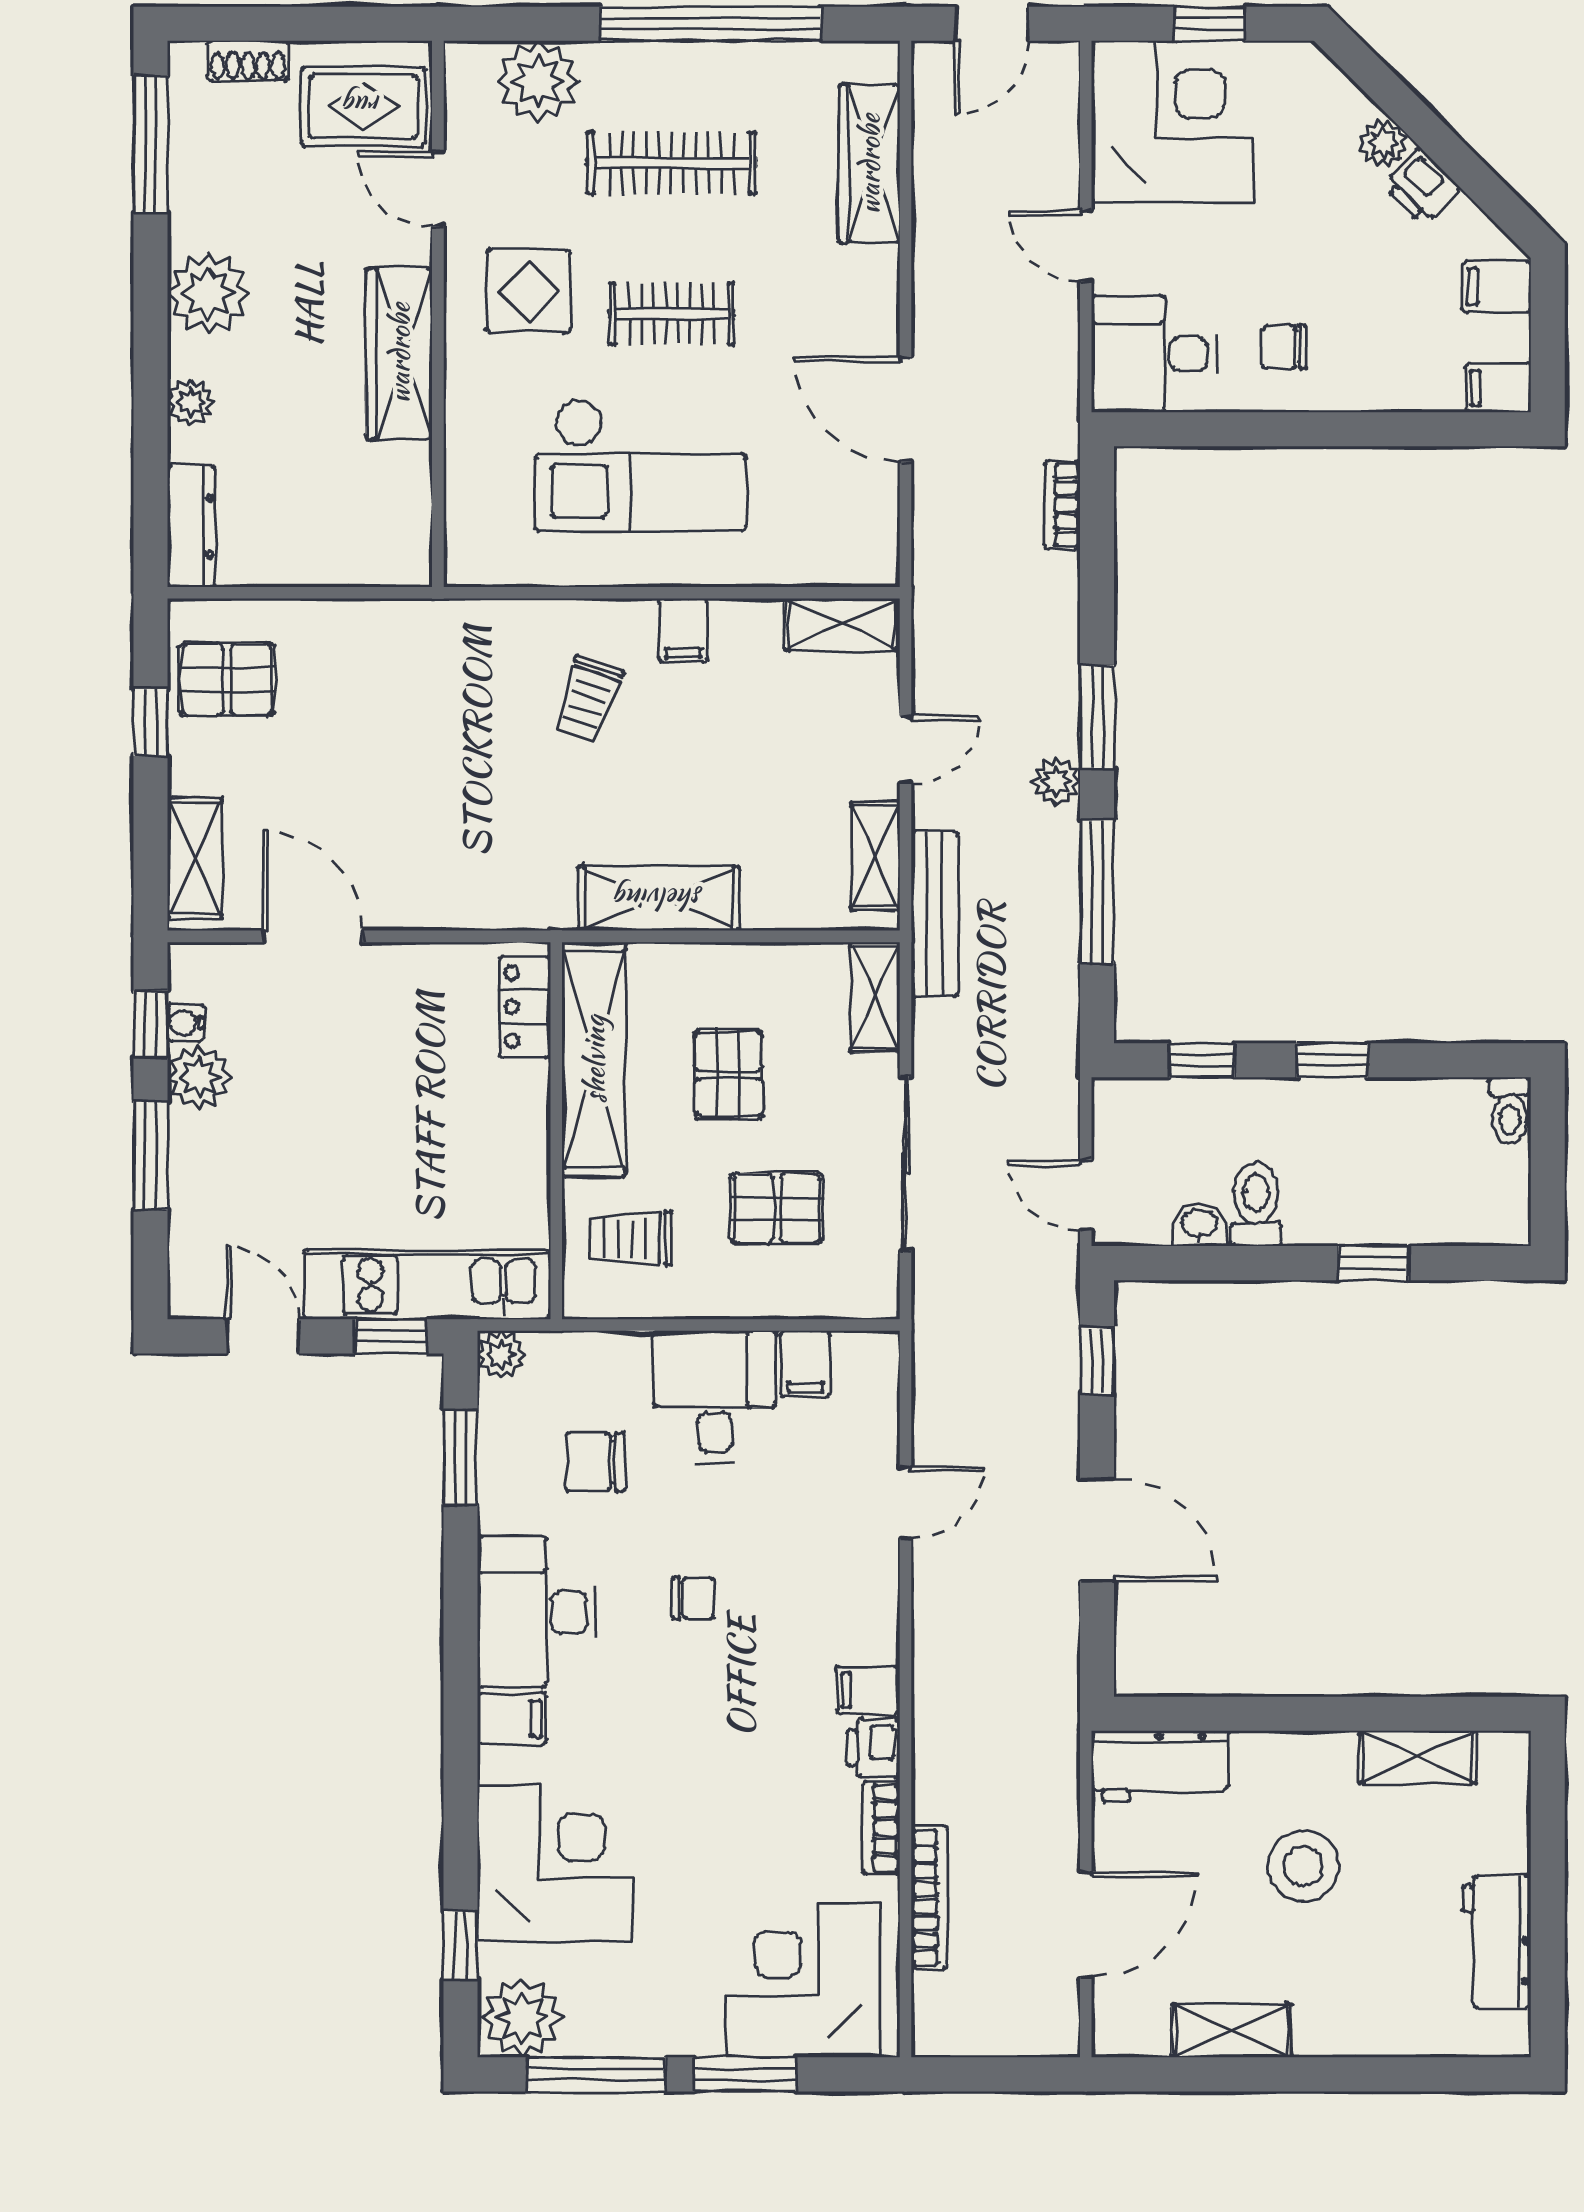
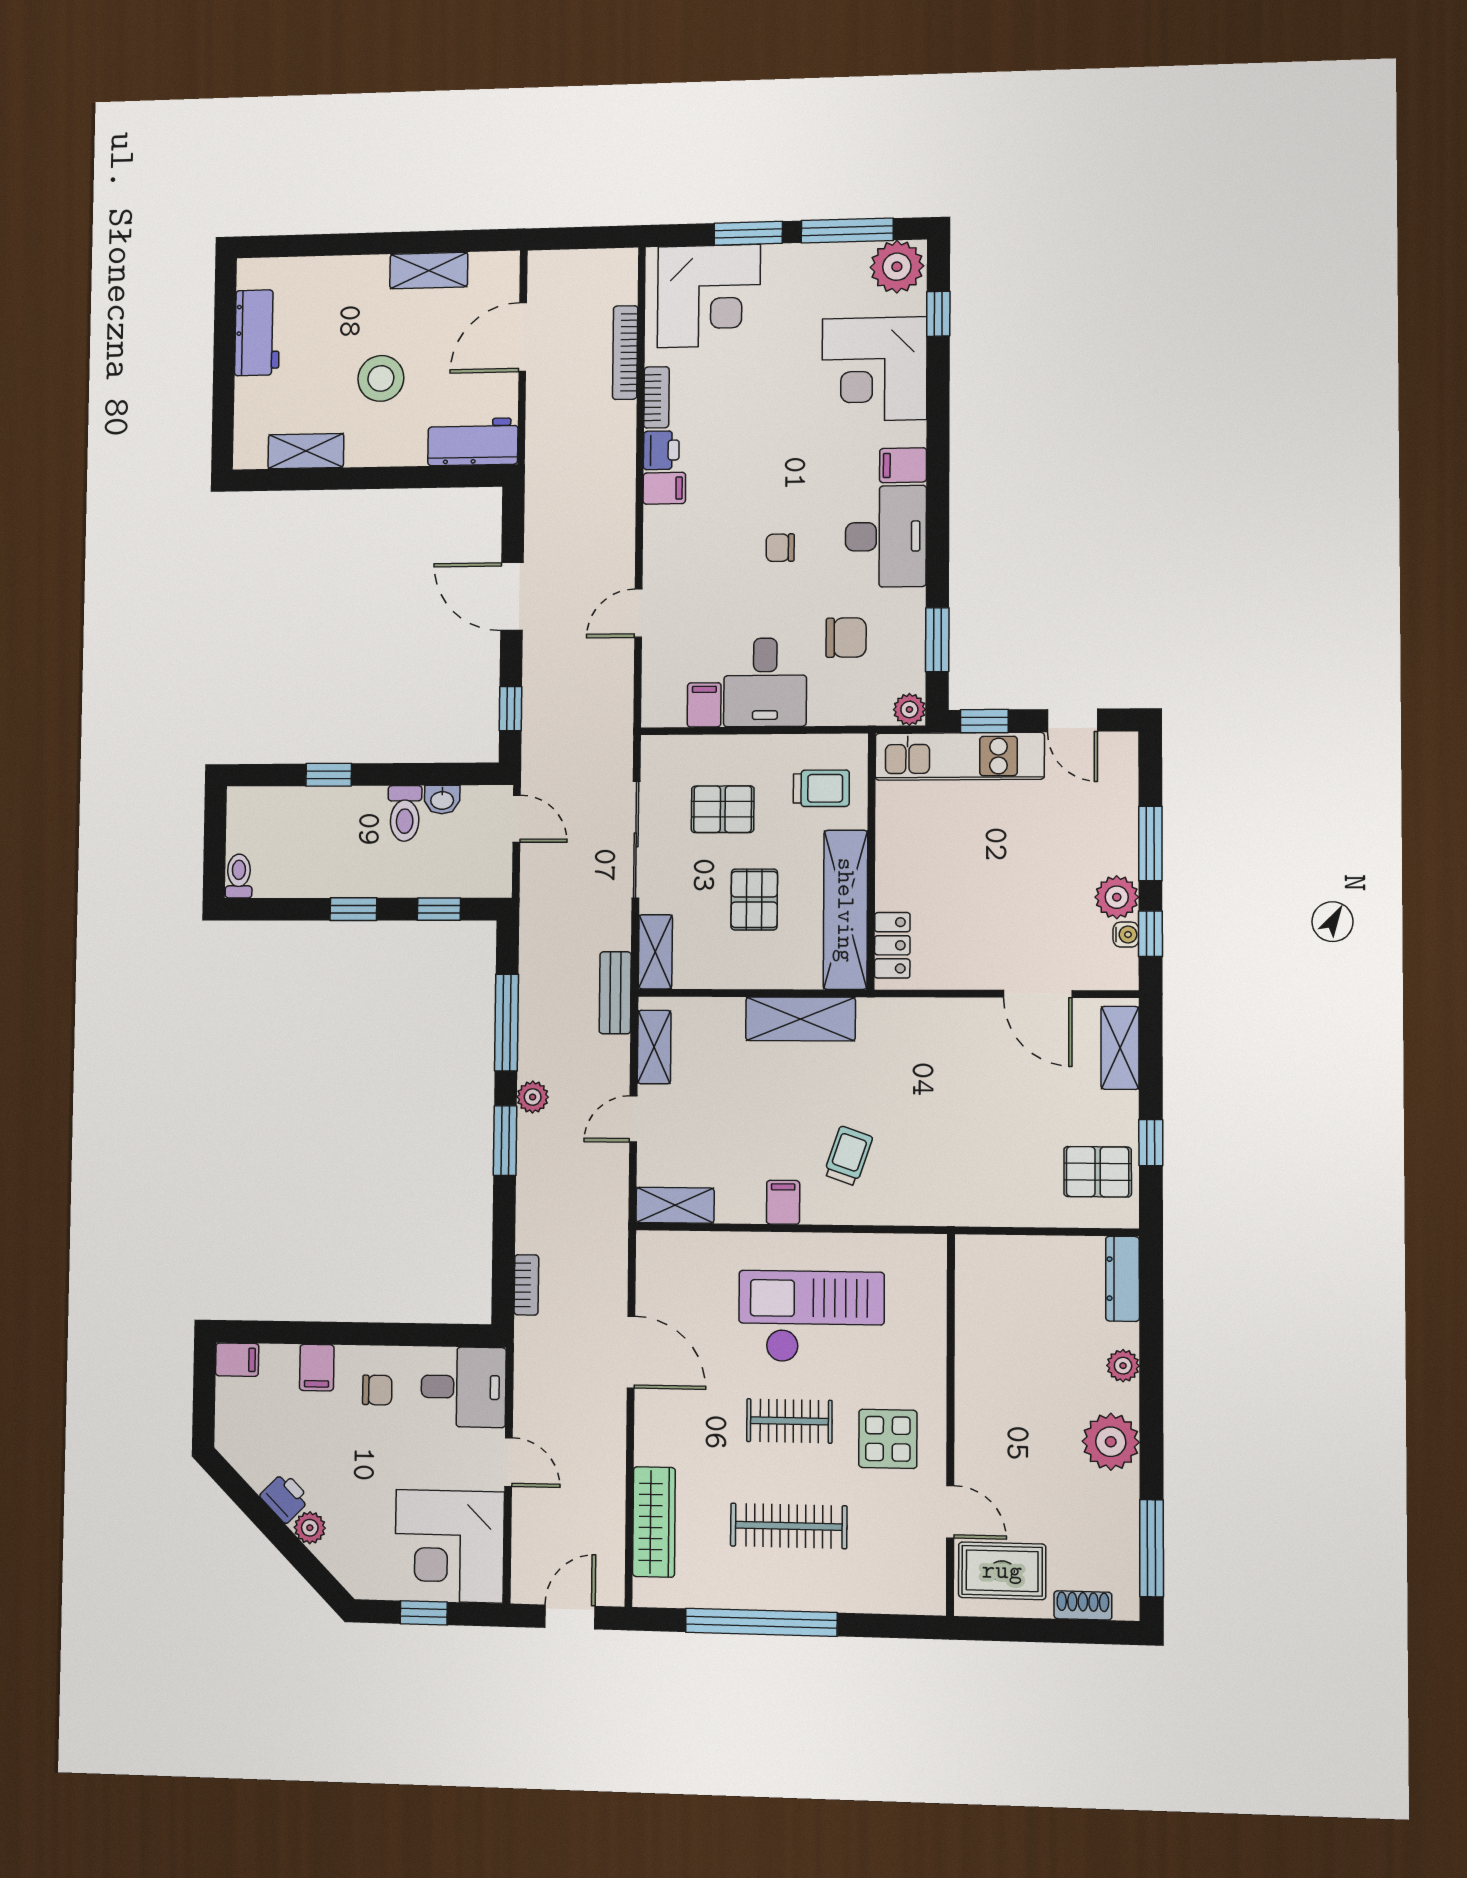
plant: (538, 81) -> (880, 1585), removed
filing cabinet: (1497, 287) -> (317, 1368), moved, turned 90
wardrobe: (399, 353) -> (977, 1397), removed
bench: (934, 914) -> (615, 993), width x0.73

